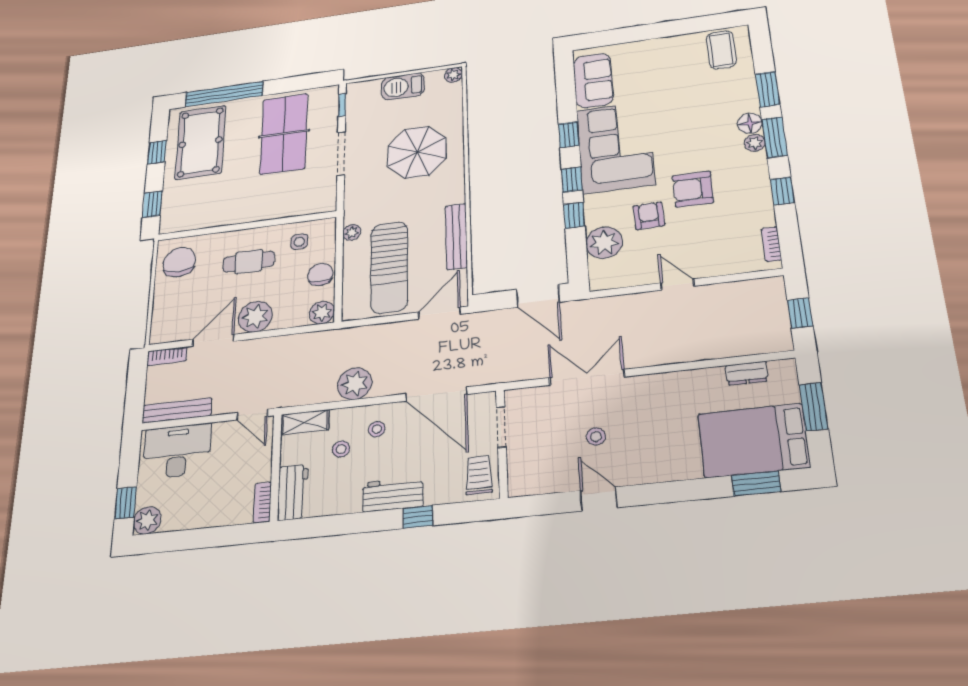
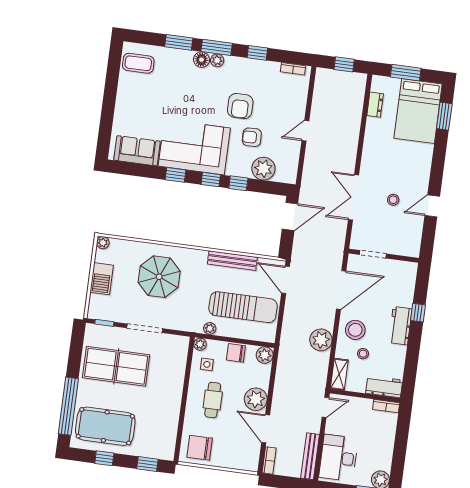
plant: (327, 226) -> (200, 344), added
stool: (377, 429) -> (355, 330), width x1.89, depth x1.89
trolley: (479, 475) -> (400, 273), removed

